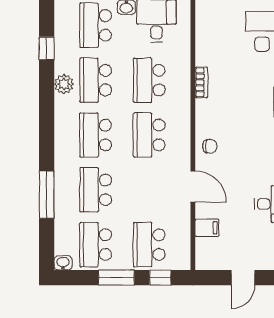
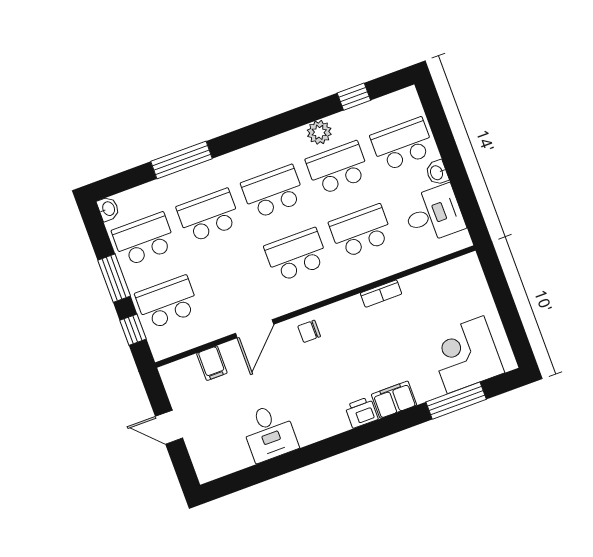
chair: (210, 146) -> (309, 331), turned 90

